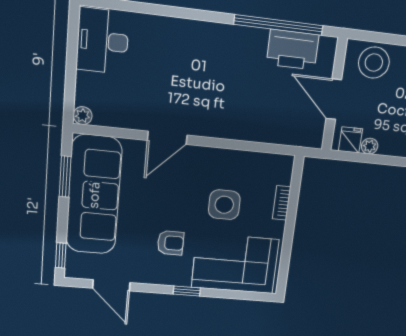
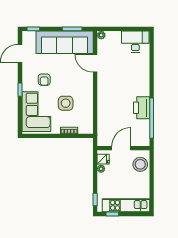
printer: (293, 50) -> (142, 108), moved
door: (167, 138) -> (95, 63), moved

